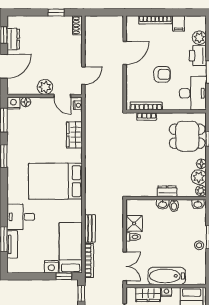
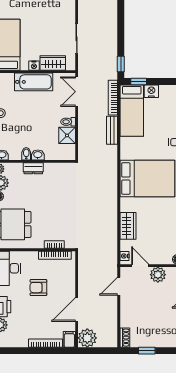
filing cabinet: (179, 24) -> (69, 339), moved
plant: (114, 25) -> (87, 338), added

